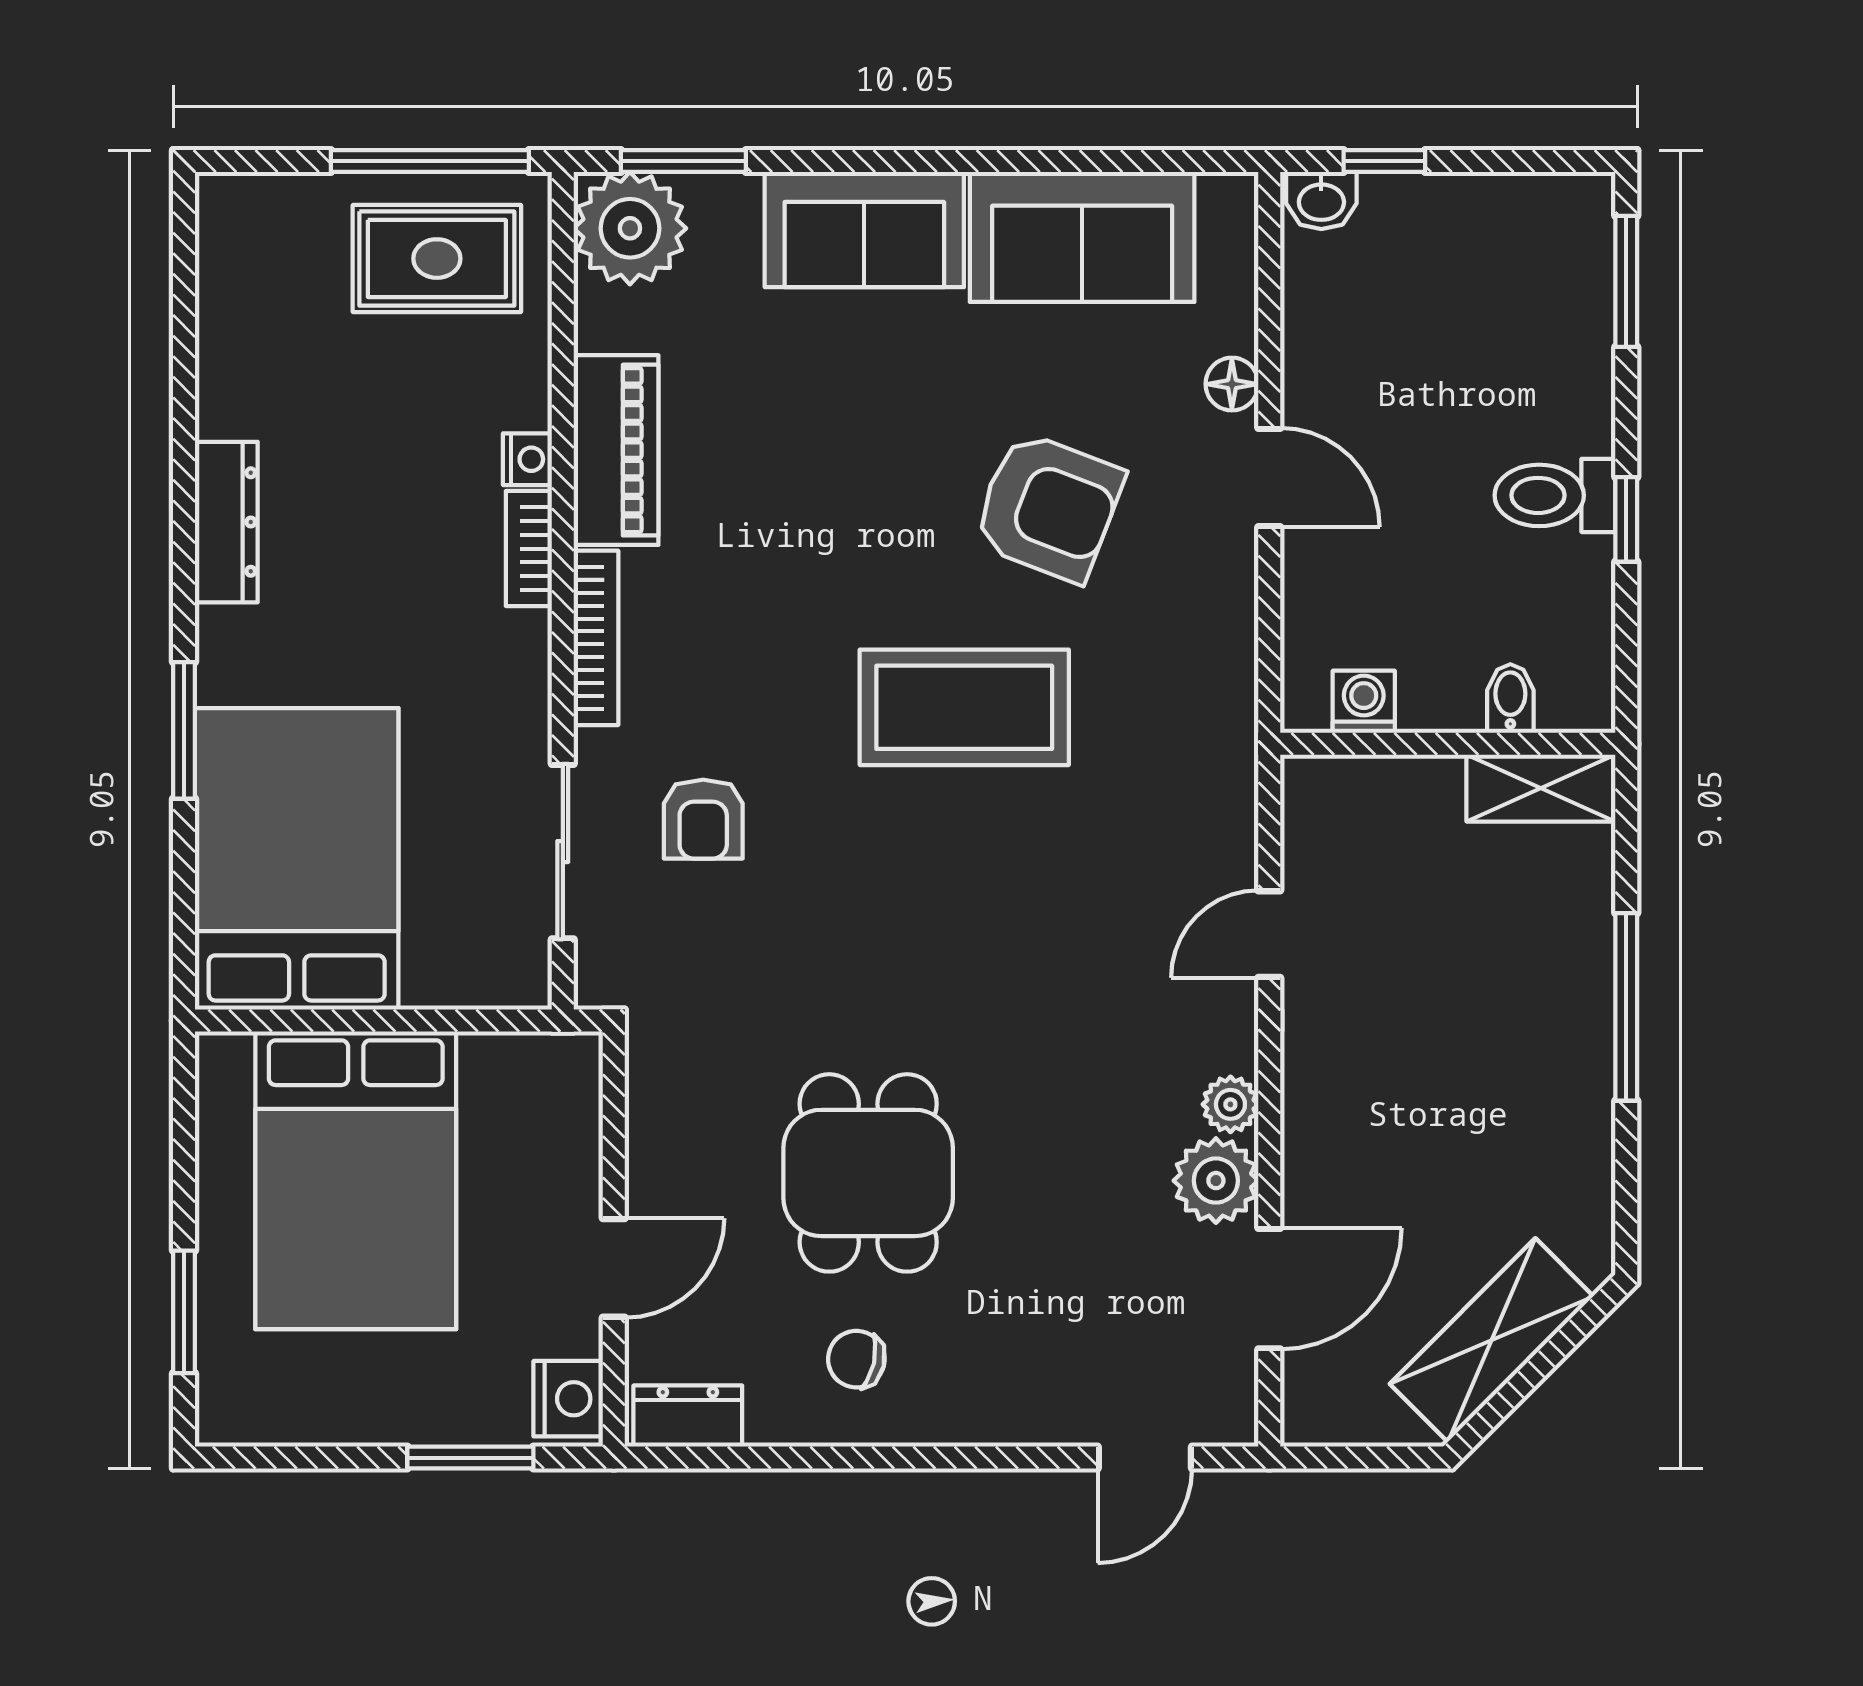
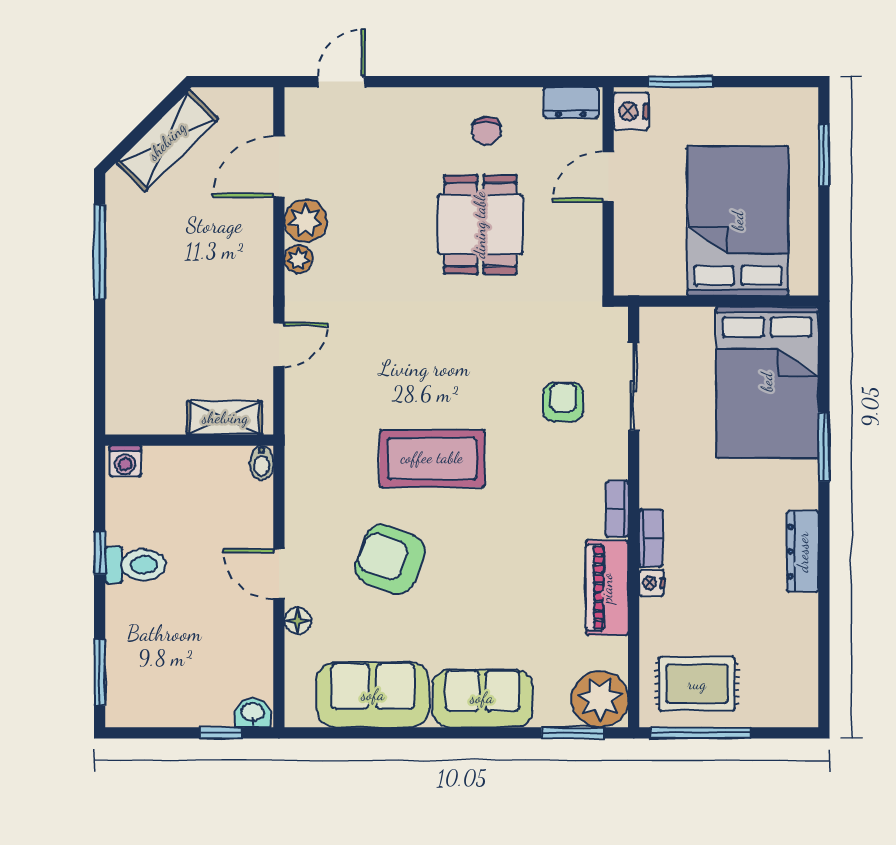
bookcase: (596, 638) -> (617, 509), width x0.64
bidet: (1510, 698) -> (262, 463), moved
washing machine: (1364, 702) -> (125, 461), moved
shelving: (1541, 788) -> (225, 418), moved
window: (1626, 1007) -> (100, 252), moved
chair: (856, 1359) -> (486, 131), turned 77

